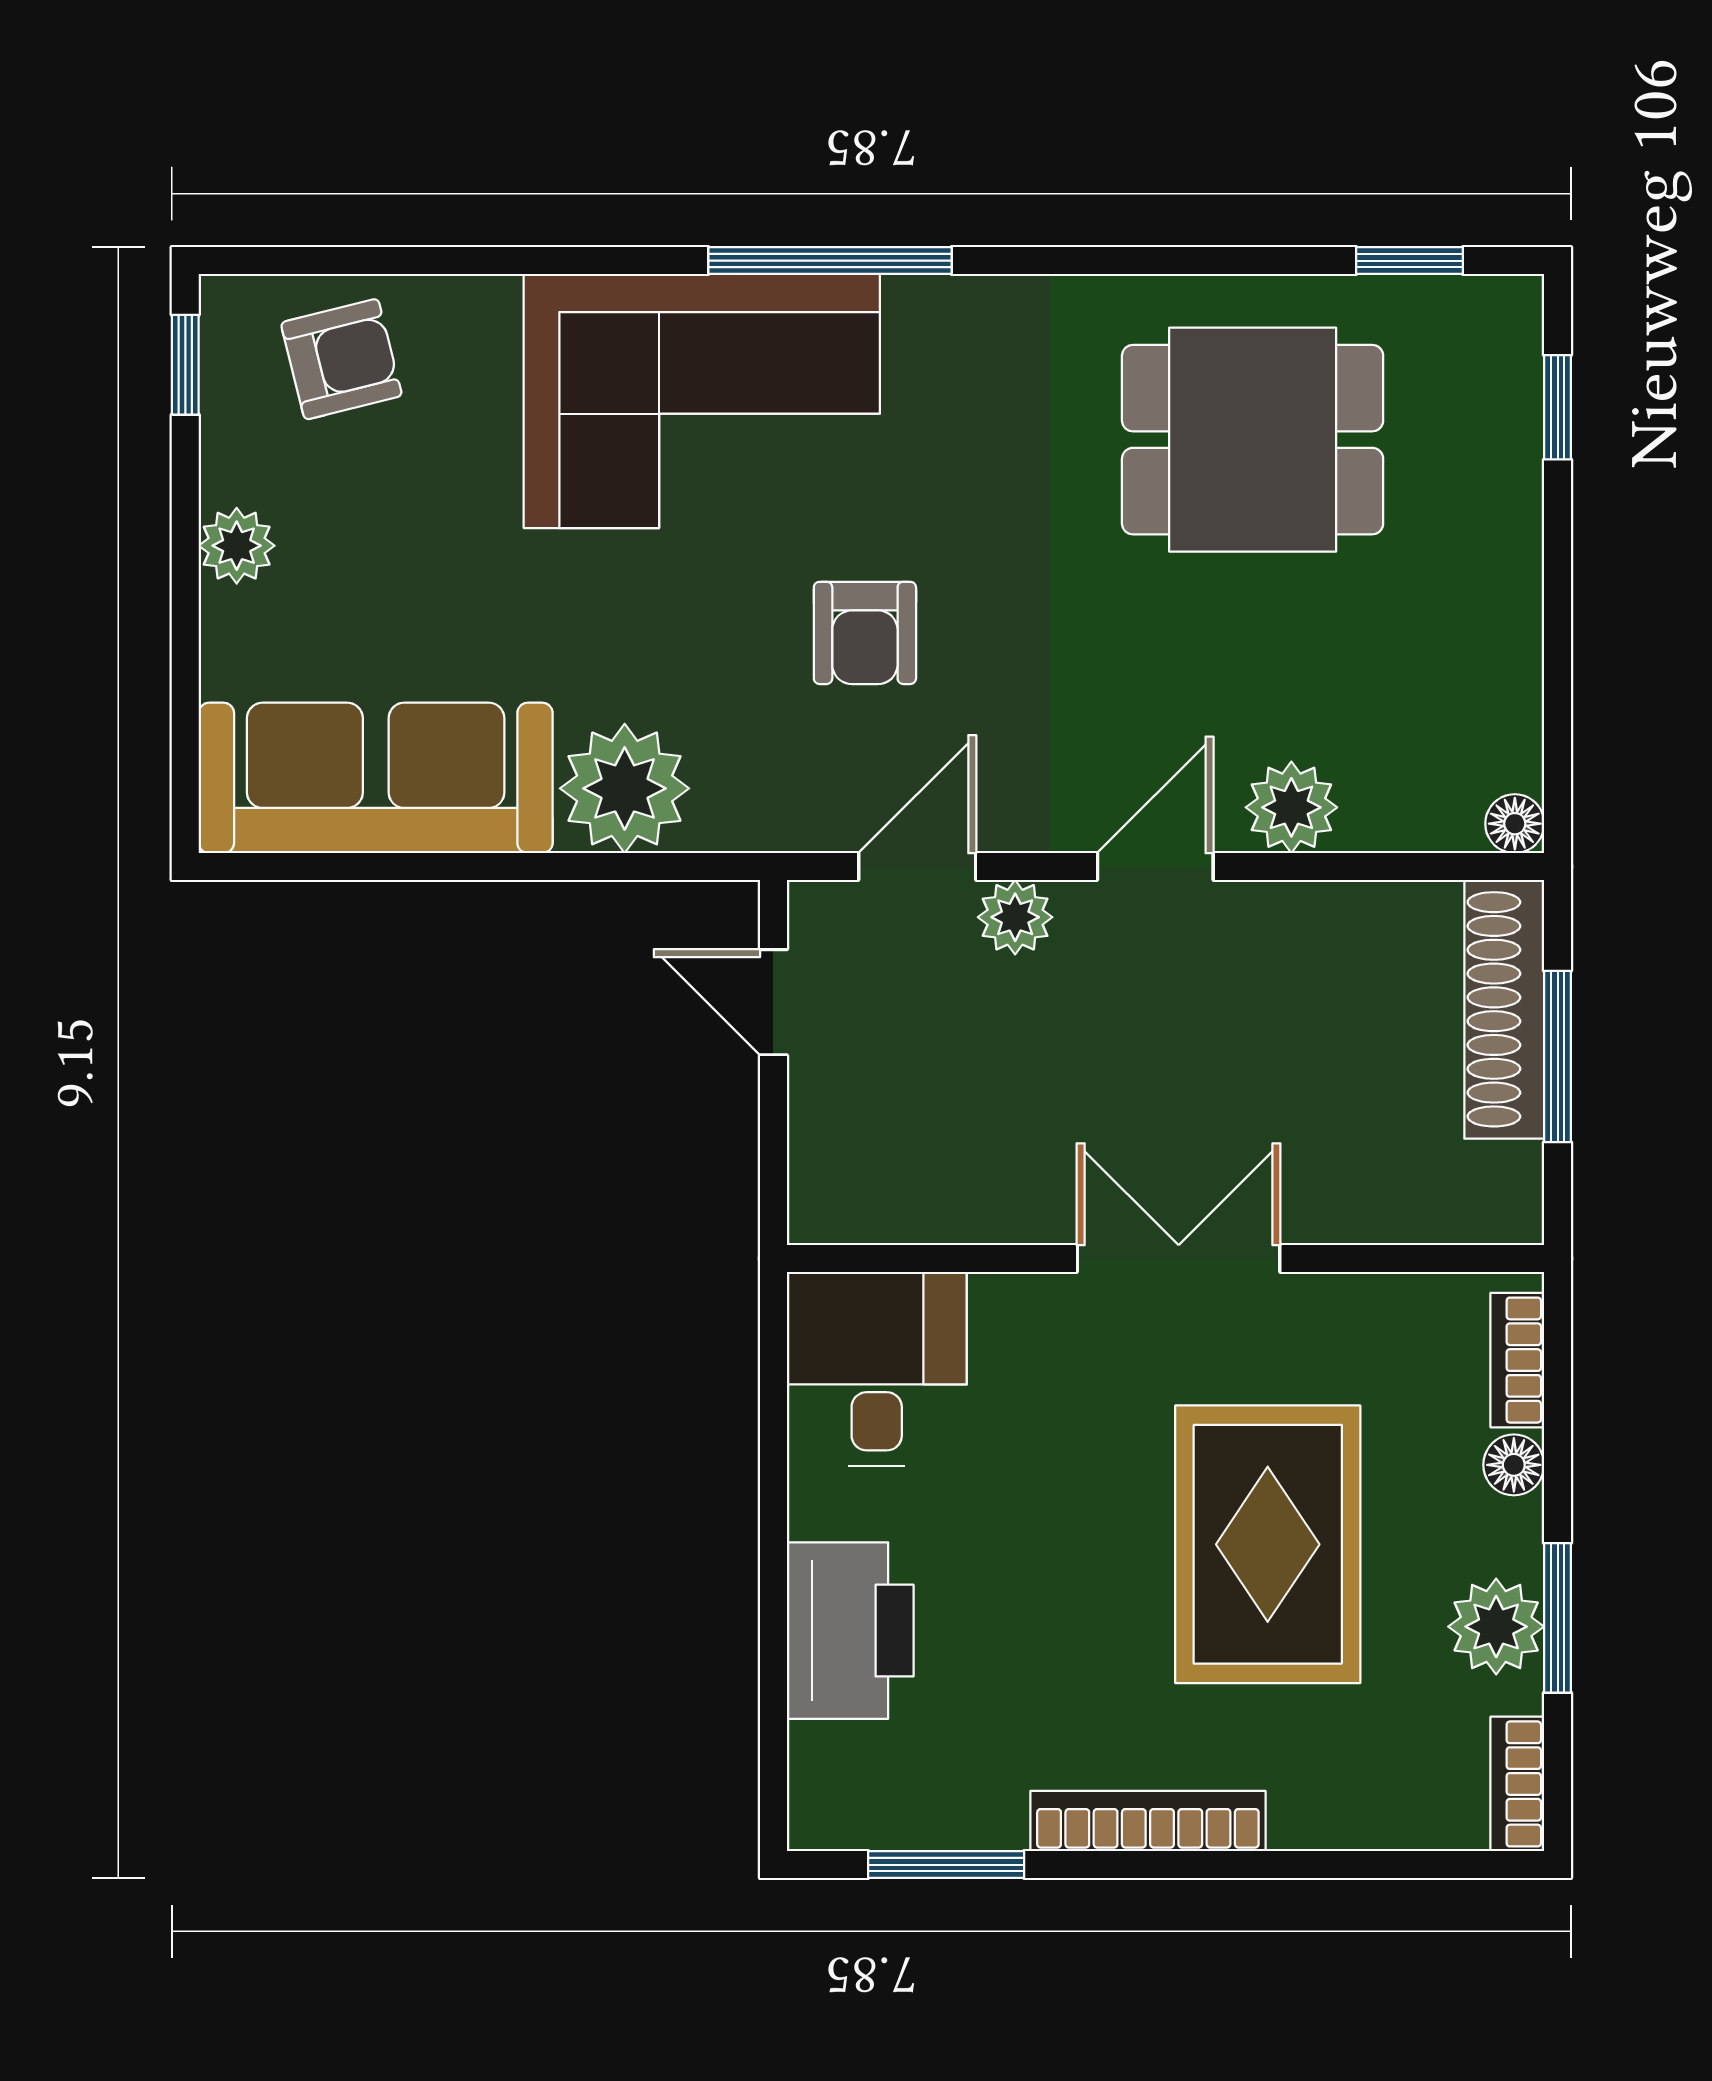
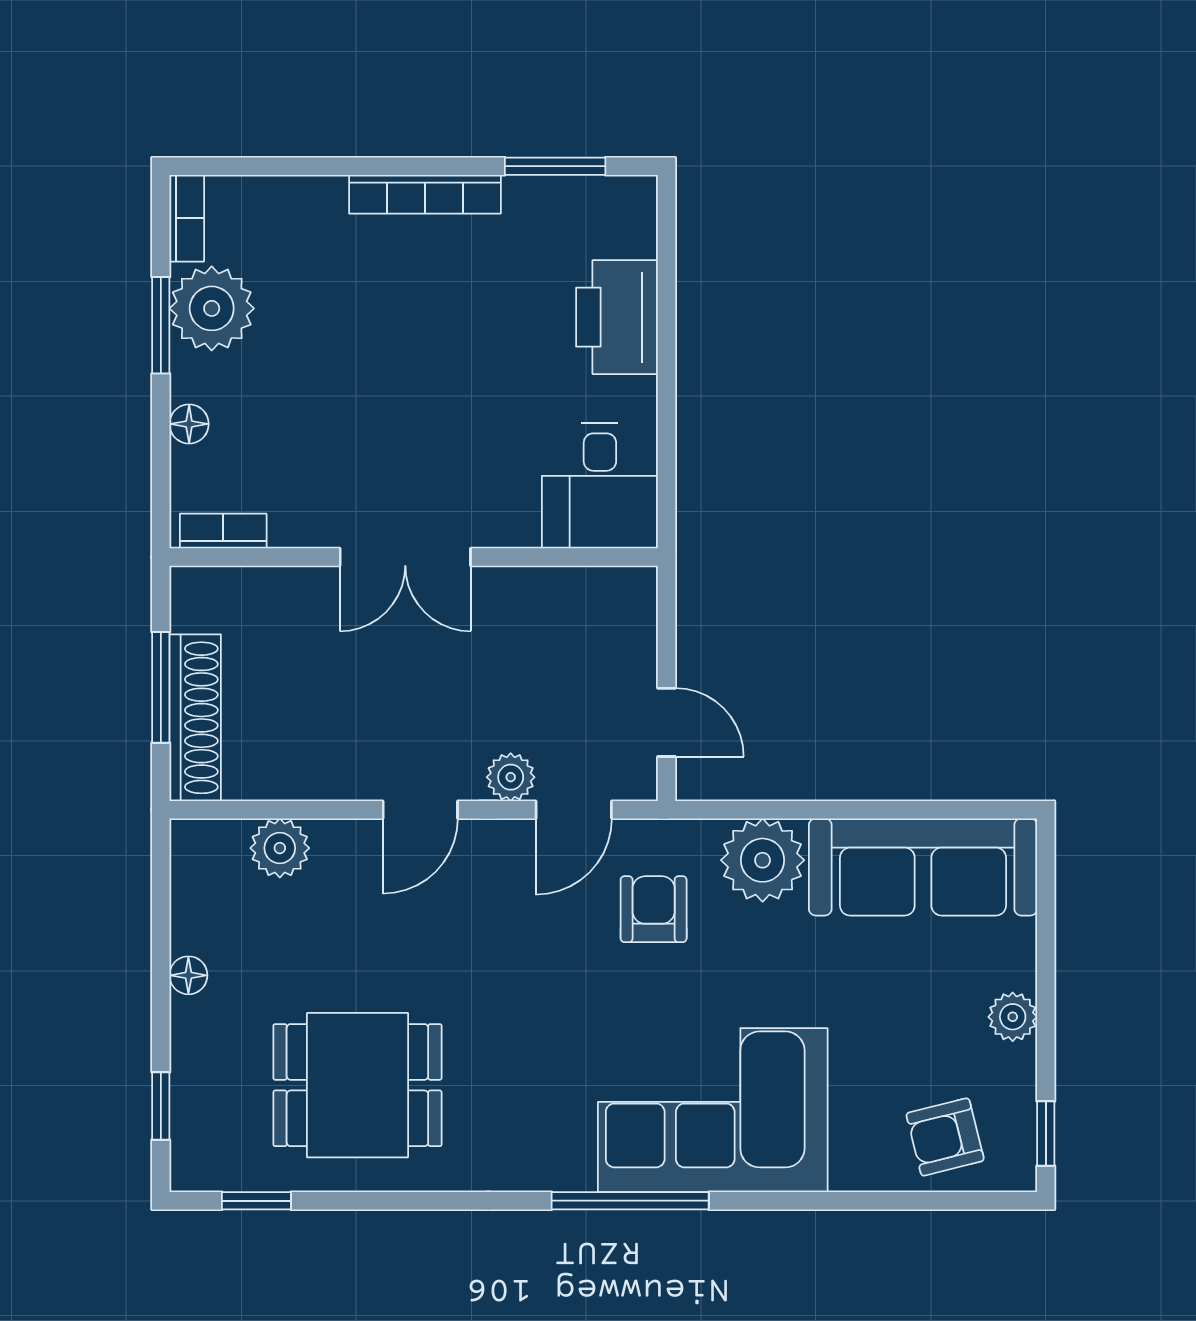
armchair: (865, 633) -> (654, 909), moved
plant: (1291, 807) -> (280, 848), moved
floor lamp: (1515, 824) -> (188, 975), moved
bookcase: (1517, 1360) -> (223, 531), moved, turned -90
rug: (1268, 1544) -> (348, 373), removed
plant: (1496, 1627) -> (212, 308), width x1.36, depth x1.36

